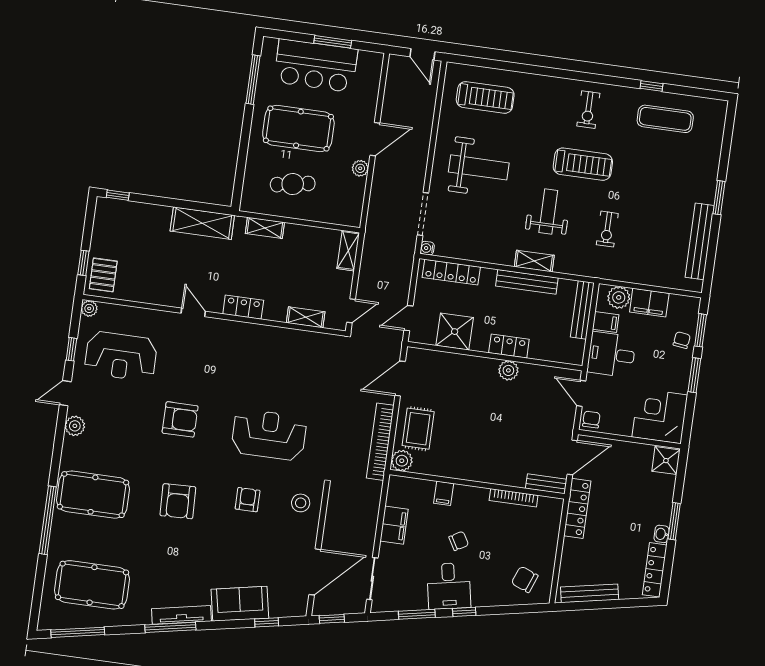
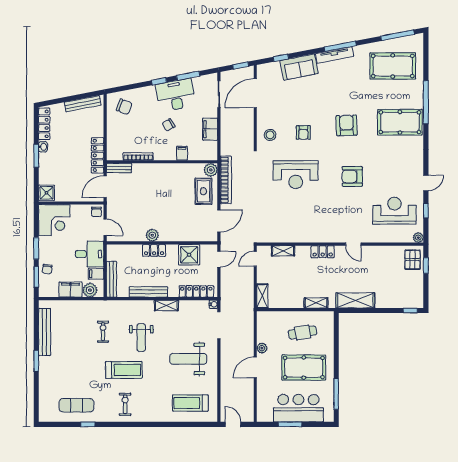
treadmill: (583, 164) -> (124, 370), turned 180
shelving: (534, 261) -> (166, 305), moved
plant: (75, 426) -> (417, 163), removed
desk: (449, 586) -> (176, 95), width x1.37

